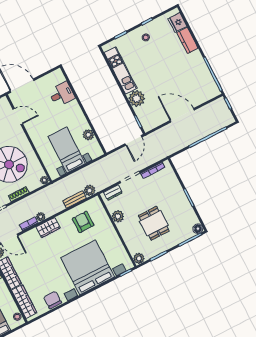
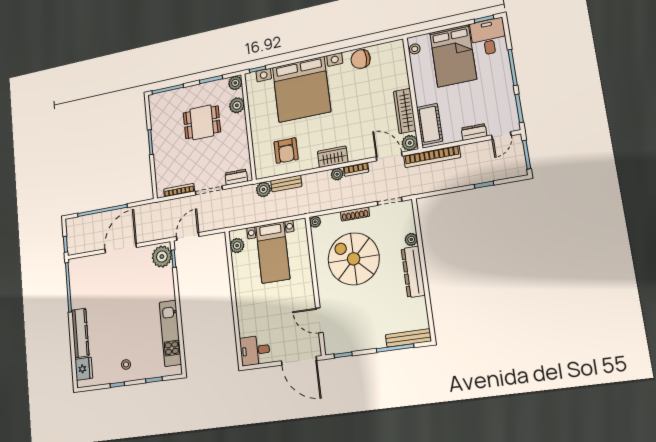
kitchen counter: (187, 40) -> (80, 333), width x1.50
desk: (62, 94) -> (255, 350), moved
plant: (137, 98) -> (162, 257), moved
door: (182, 115) -> (121, 248), swing flipped
plant: (88, 135) -> (237, 246), moved
plant: (118, 216) -> (237, 105), moved
dining table: (154, 223) -> (202, 122), turned 90
floor lamp: (198, 229) -> (154, 100), removed
chair: (53, 300) -> (361, 59), turned 90
wardrobe: (24, 301) -> (398, 67), removed

